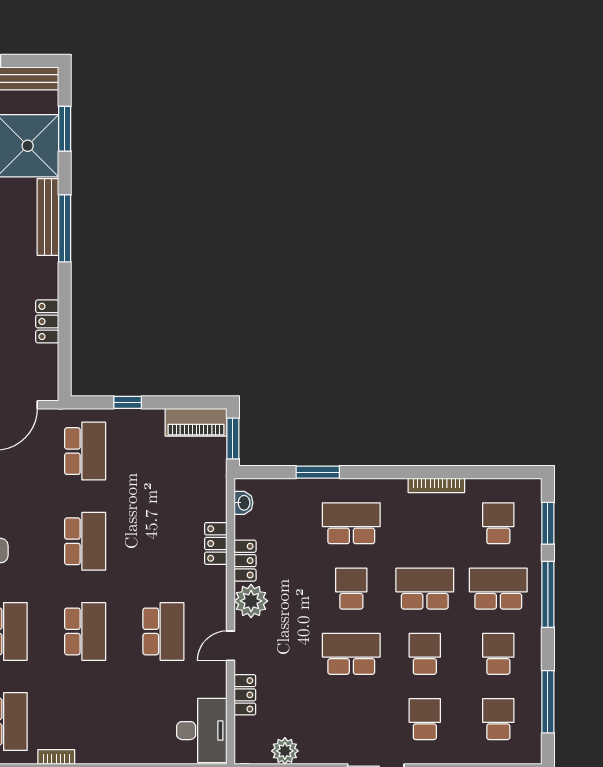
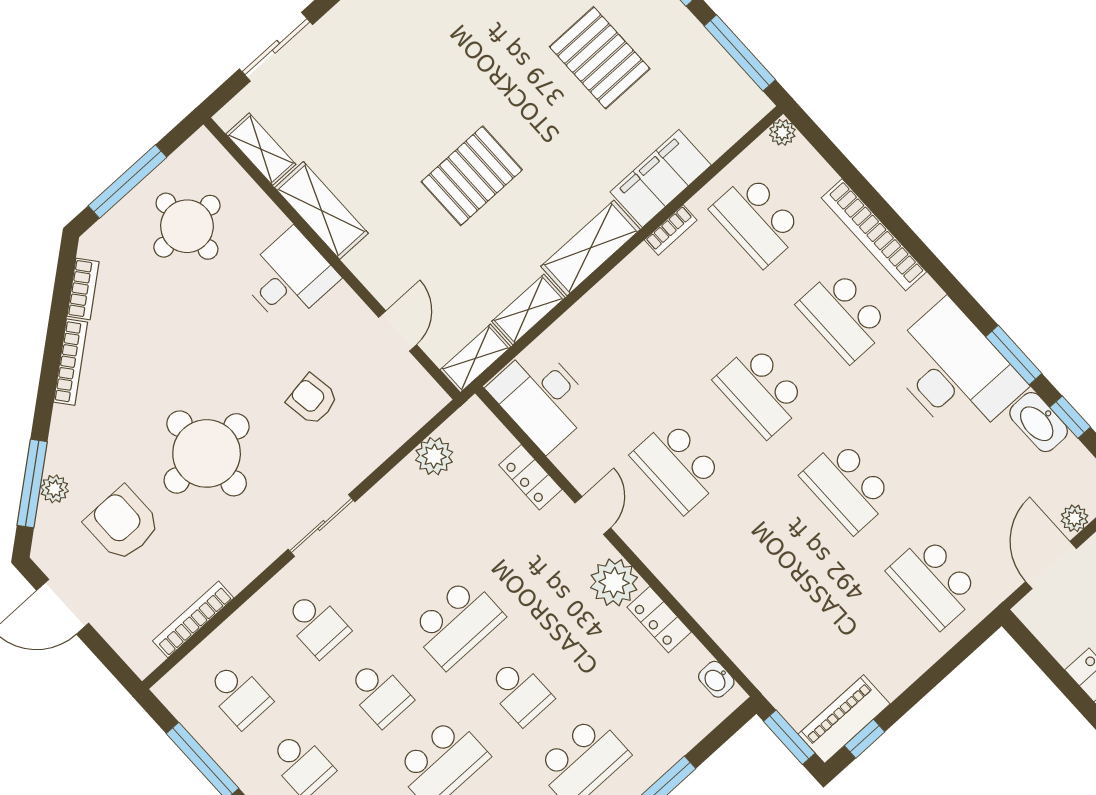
window: (128, 402) -> (865, 739), moved
locker: (216, 543) -> (707, 610), removed

